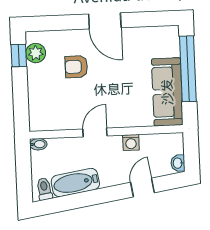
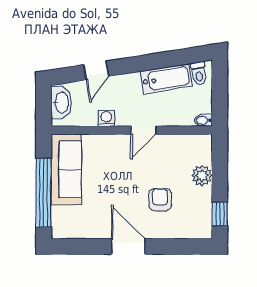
plant: (36, 53) -> (202, 176), moved
armchair: (76, 67) -> (160, 200), turned -90
washbasin: (178, 163) -> (61, 102), width x1.91, depth x1.45

